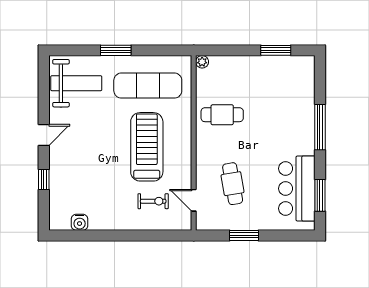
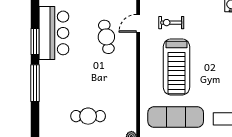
cafe table: (222, 115) -> (88, 116), moved
window: (320, 195) -> (35, 42), moved
door: (194, 200) -> (138, 23), swing flipped

